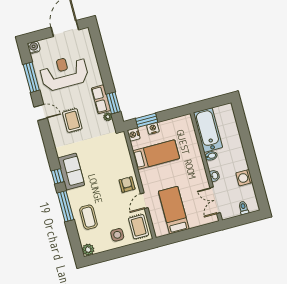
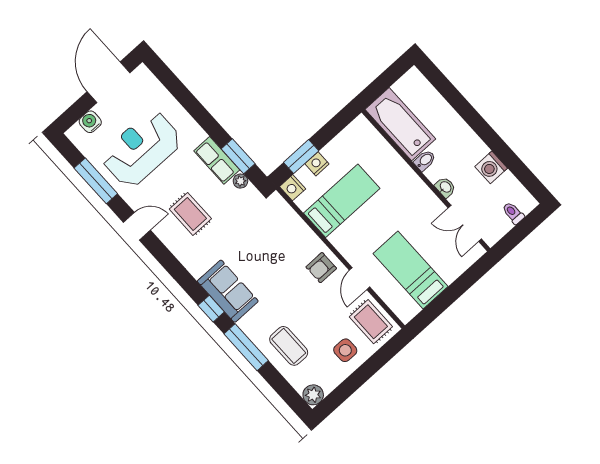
water cooler: (34, 47) -> (90, 122), moved
armchair: (127, 185) -> (321, 268), turned -90

